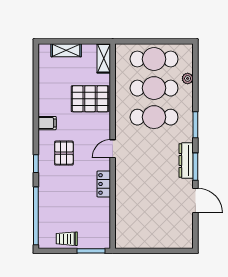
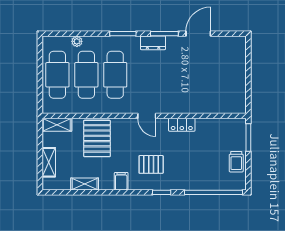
shelving: (44, 86) -> (85, 184), added
dresser: (186, 161) -> (153, 43), width x0.70

